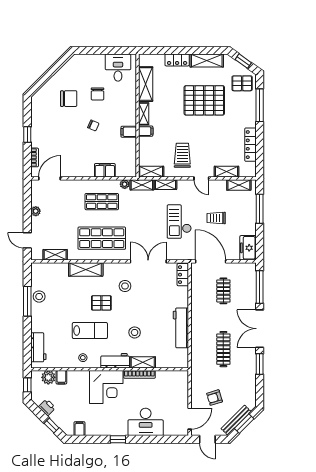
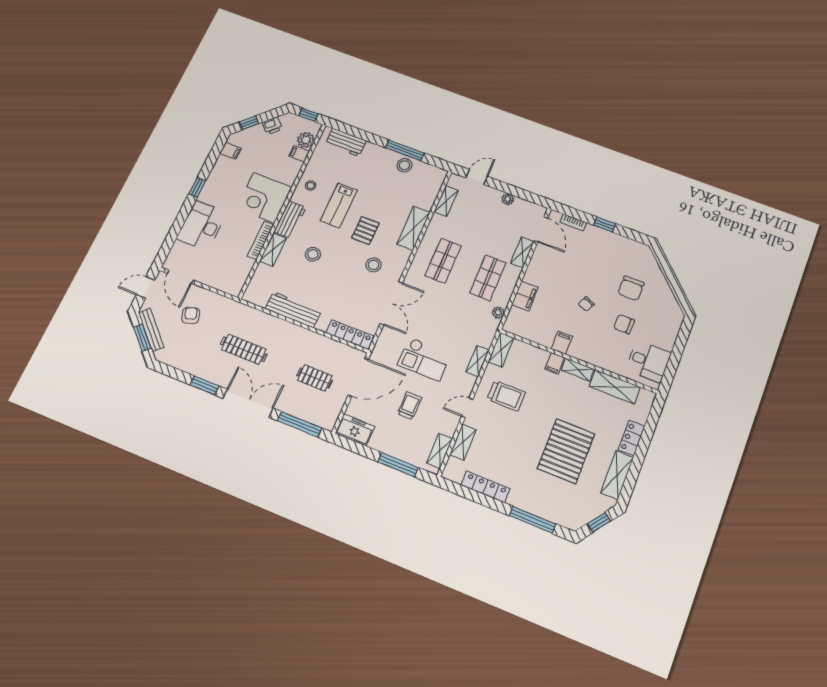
pallet: (242, 83) -> (570, 509), removed
shelving: (142, 185) -> (522, 252), moved
checkout: (179, 222) -> (424, 359), turned 180
shop shelf: (102, 238) -> (443, 261), width x0.70, depth x0.74
locker: (183, 275) -> (350, 335), width x1.53

